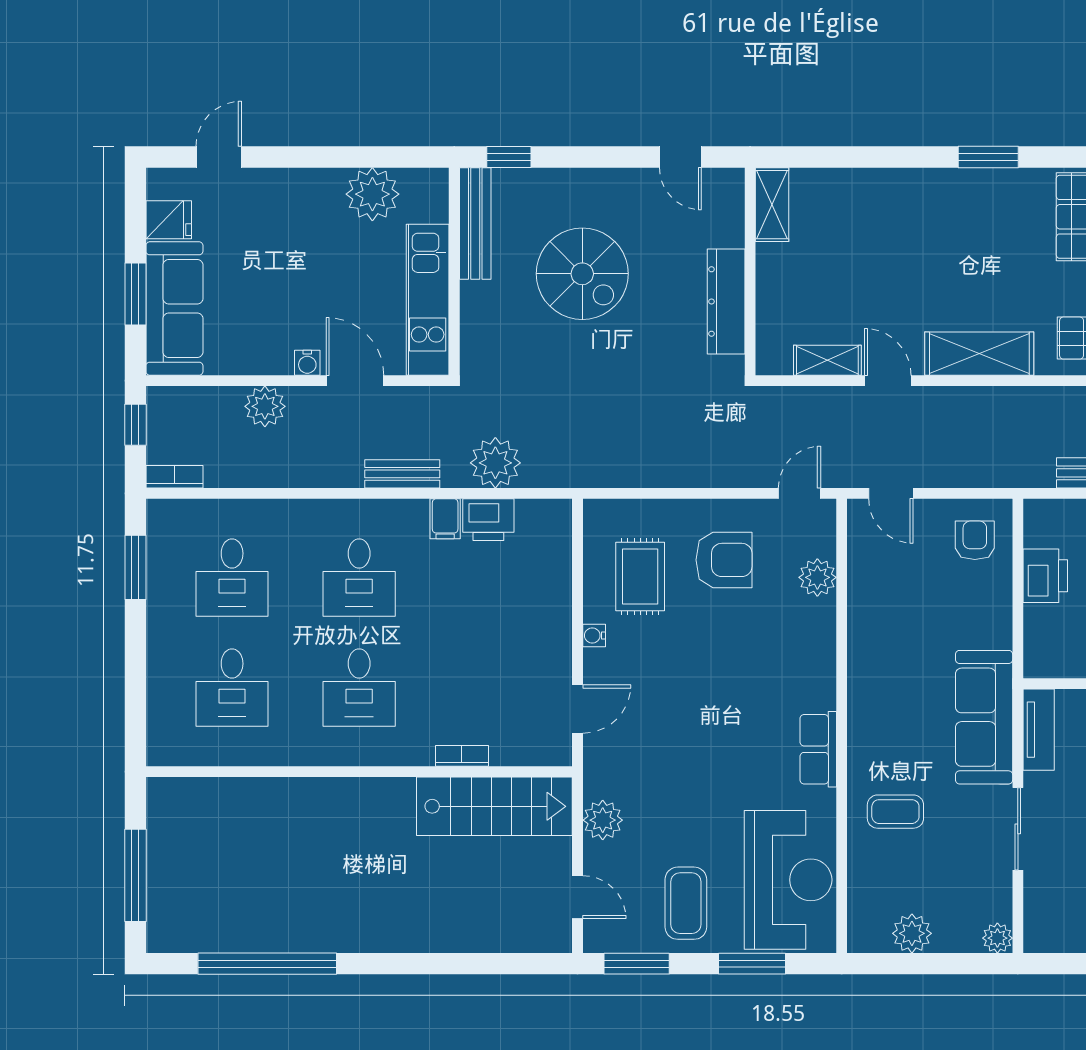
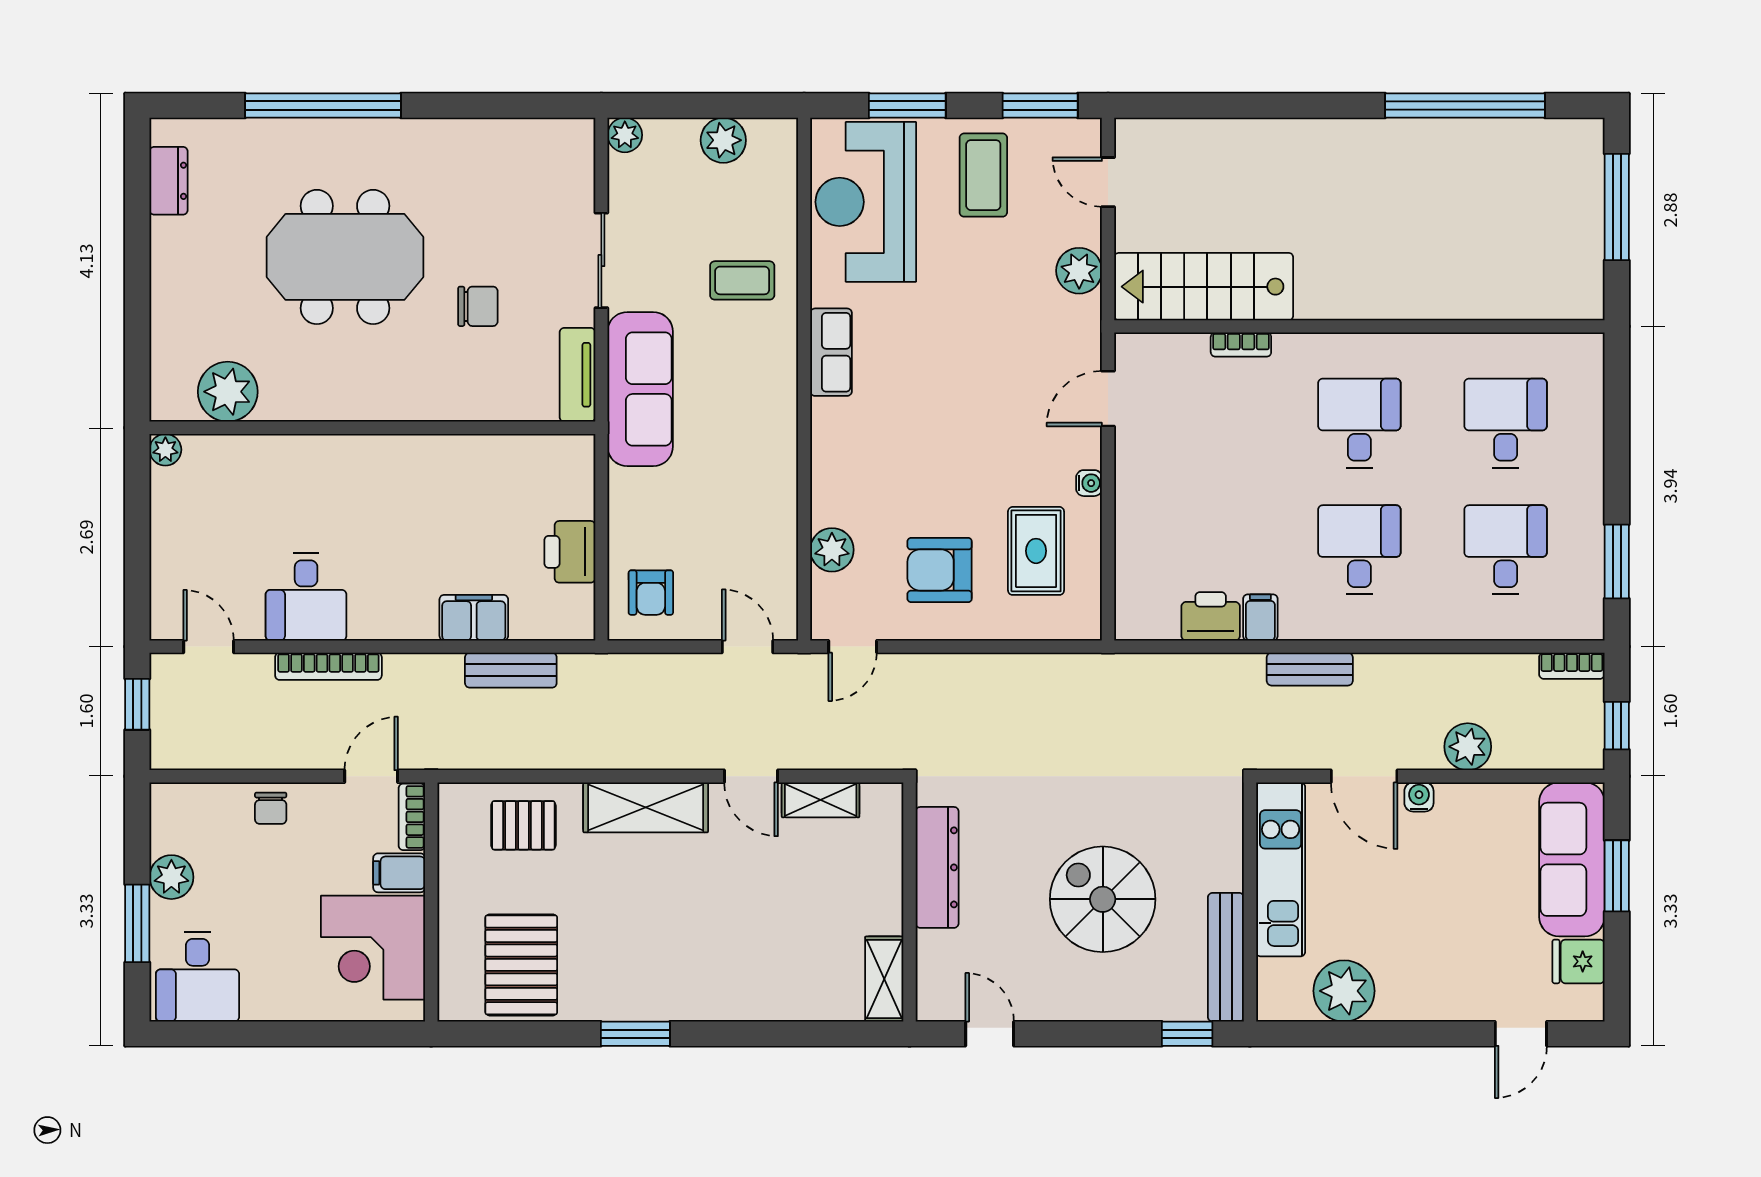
plant: (495, 463) -> (1203, 682), removed

